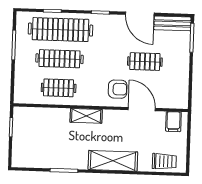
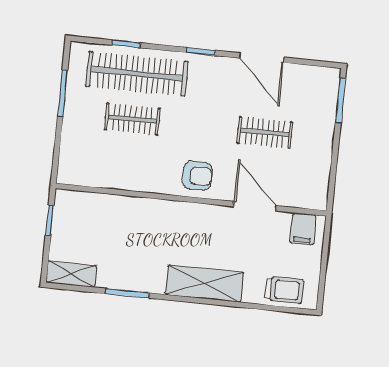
bench: (172, 23) -> (312, 76), removed
clothes rail: (60, 59) -> (132, 119), width x0.73
clothes rail: (59, 88) -> (128, 164), removed
armchair: (118, 89) -> (197, 176), moved
shelving: (86, 116) -> (71, 274), moved

